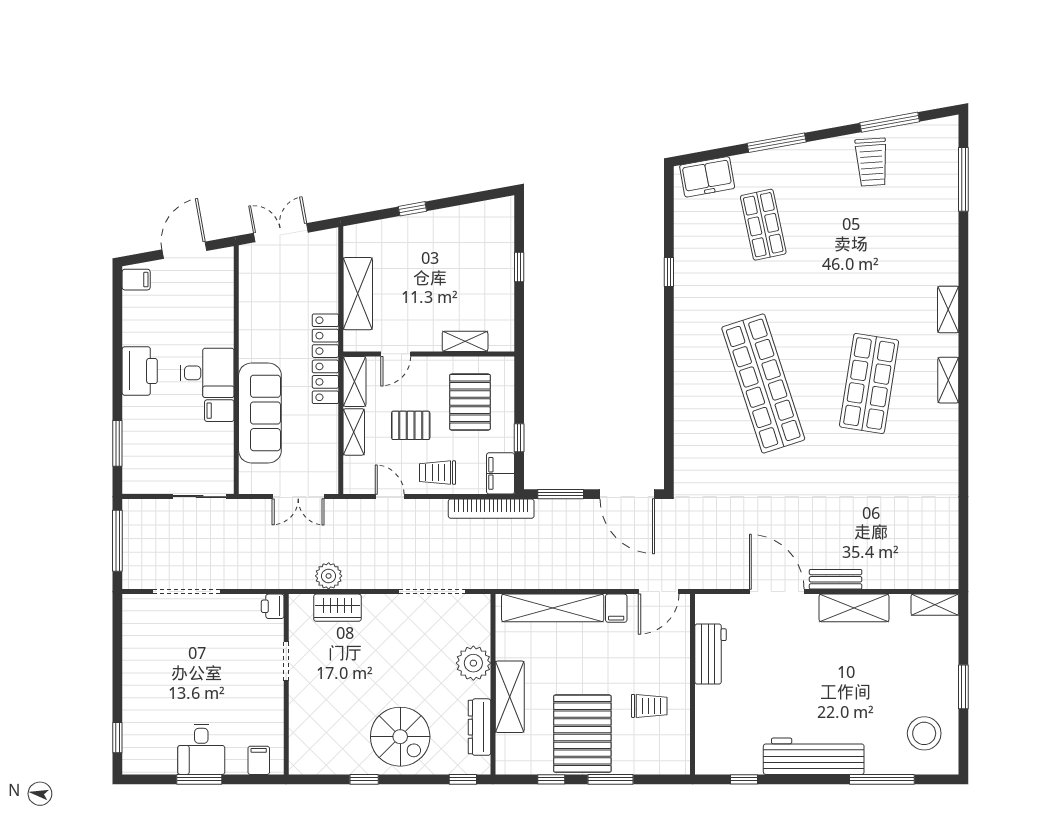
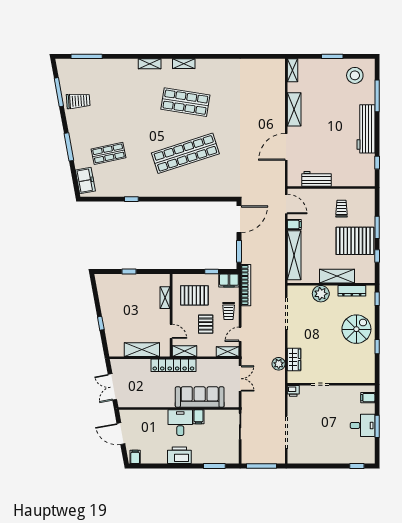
shelving: (354, 432) -> (228, 352), moved
bench: (836, 579) -> (280, 118), removed

